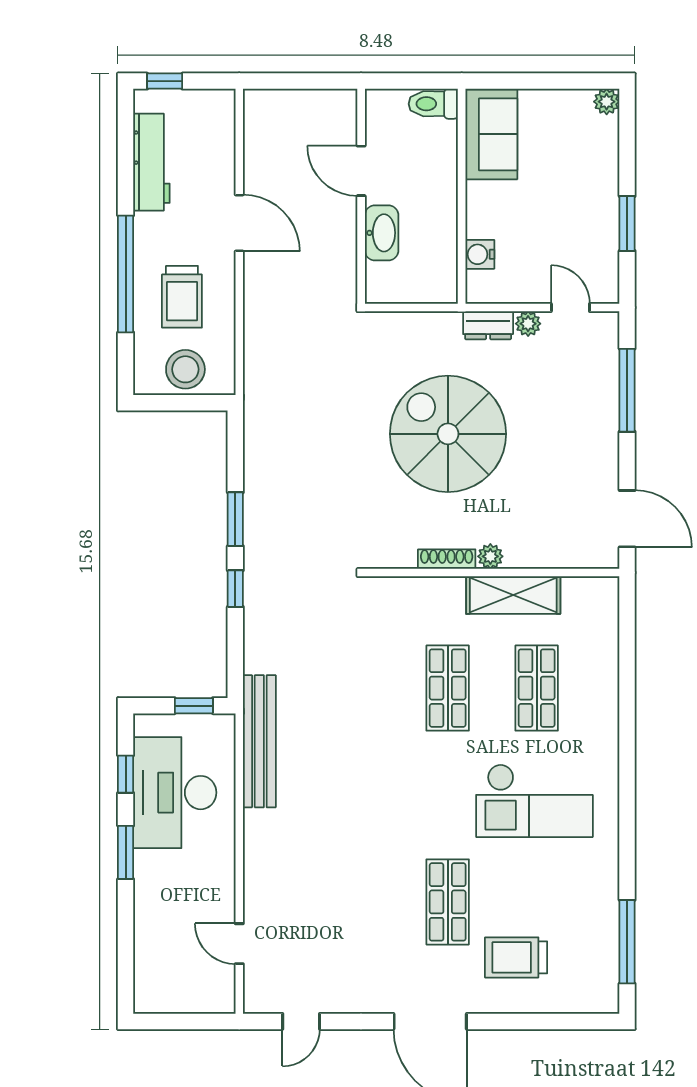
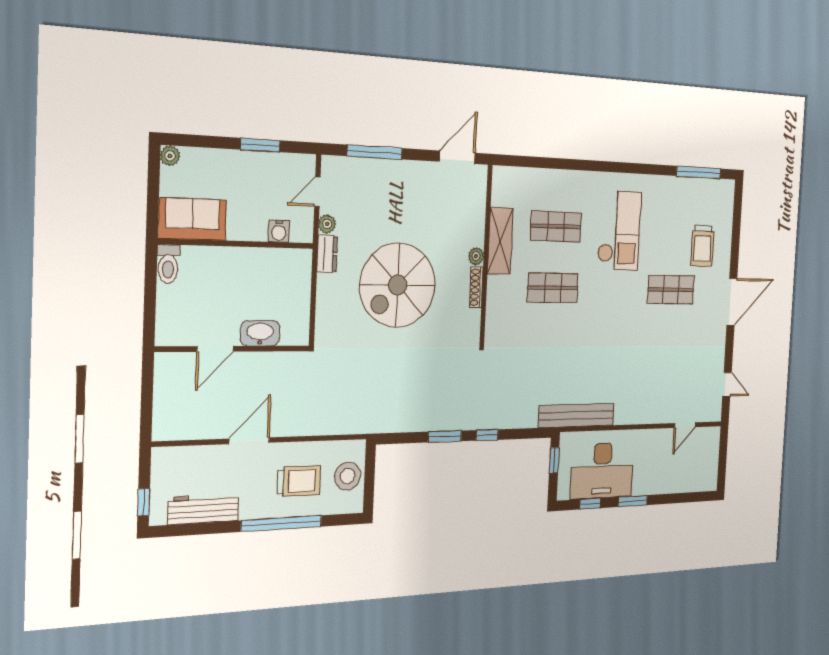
toilet: (433, 104) -> (168, 264), moved
sofa: (491, 134) -> (193, 219), moved
wall: (462, 196) -> (237, 244), moved
water cooler: (480, 254) -> (279, 231), moved

